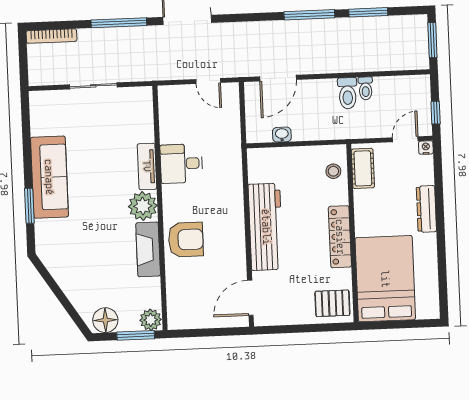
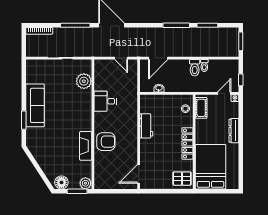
tv unit: (147, 166) -> (87, 102), removed
plant: (143, 206) -> (84, 81), moved
workbench: (266, 227) -> (146, 126), width x0.53, depth x0.76

